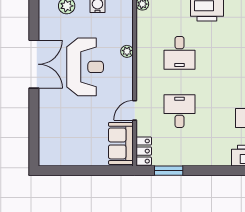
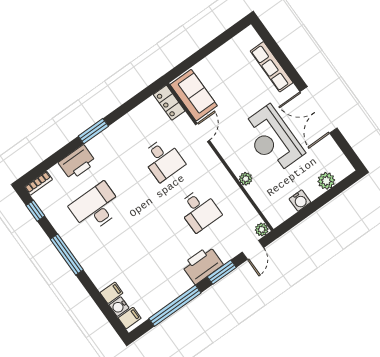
desk: (179, 53) -> (199, 210), turned 180
row of seats: (46, 123) -> (272, 67), added
window: (169, 171) -> (93, 131), moved

